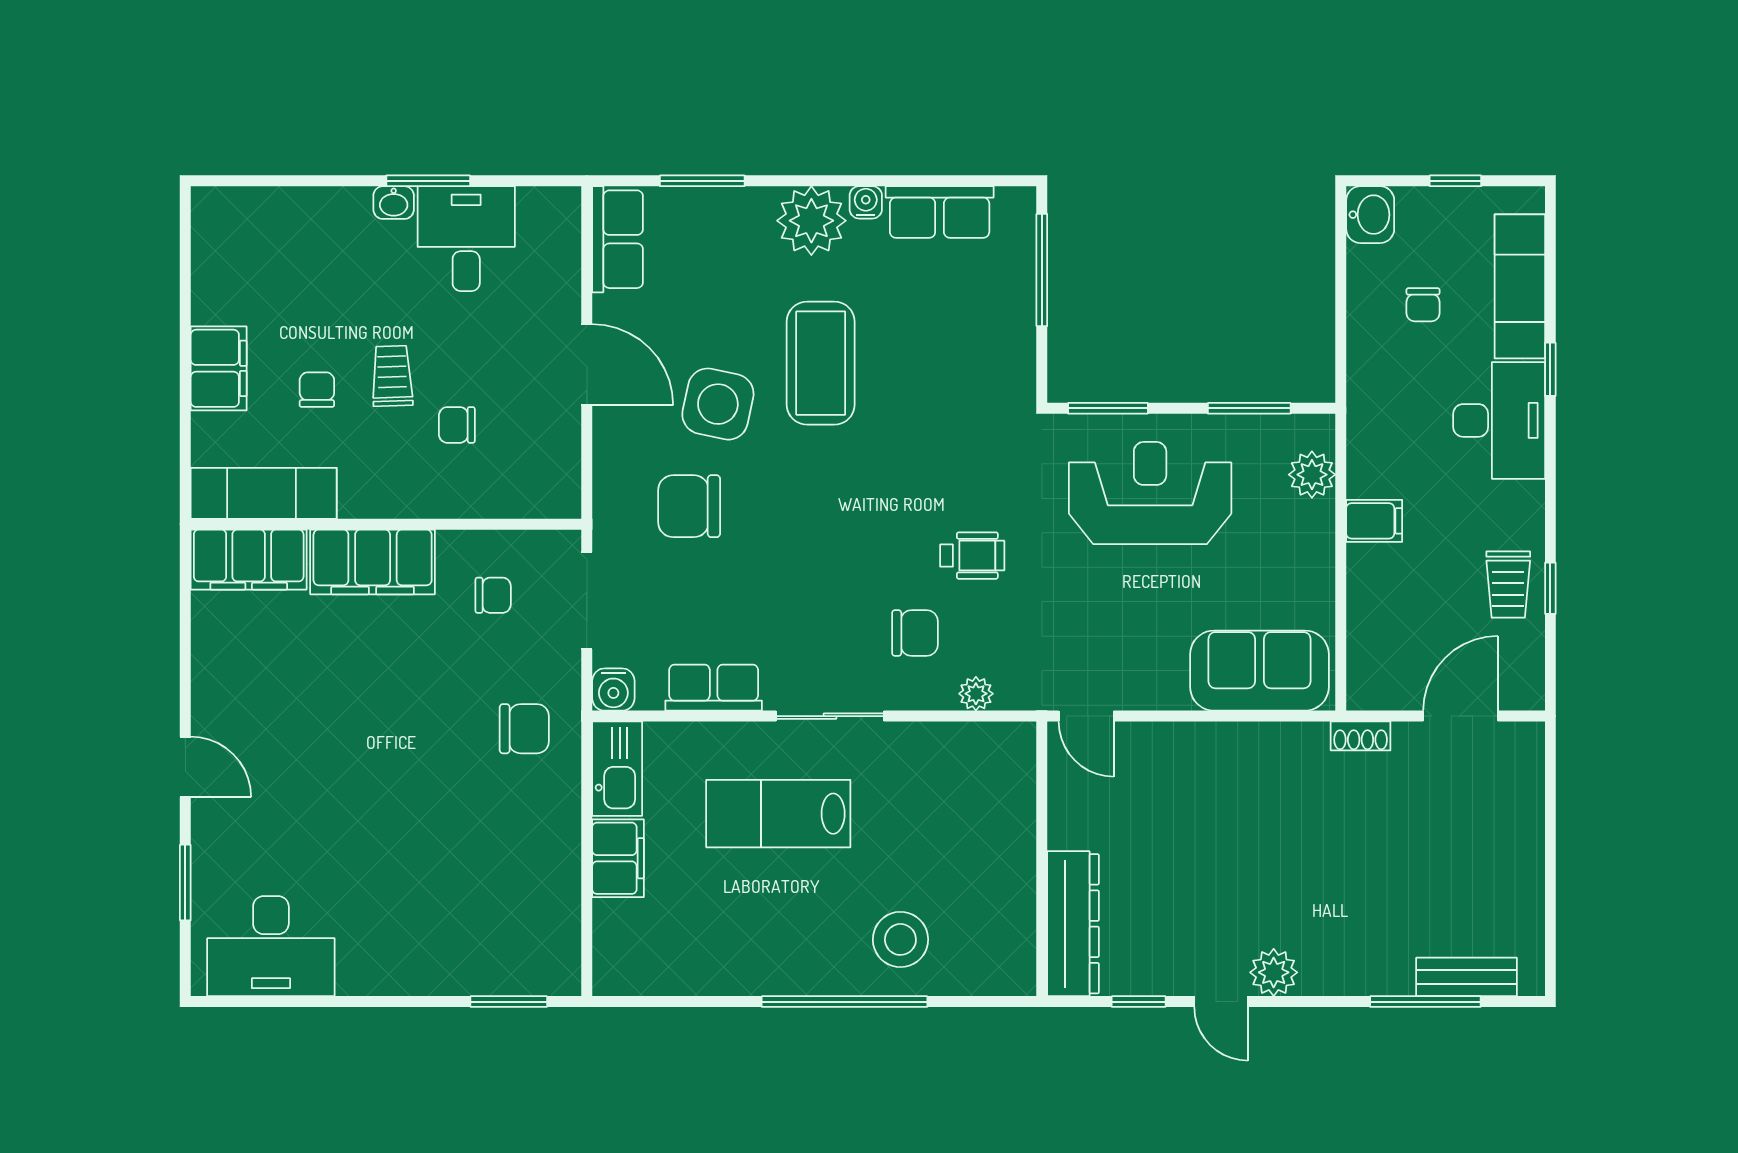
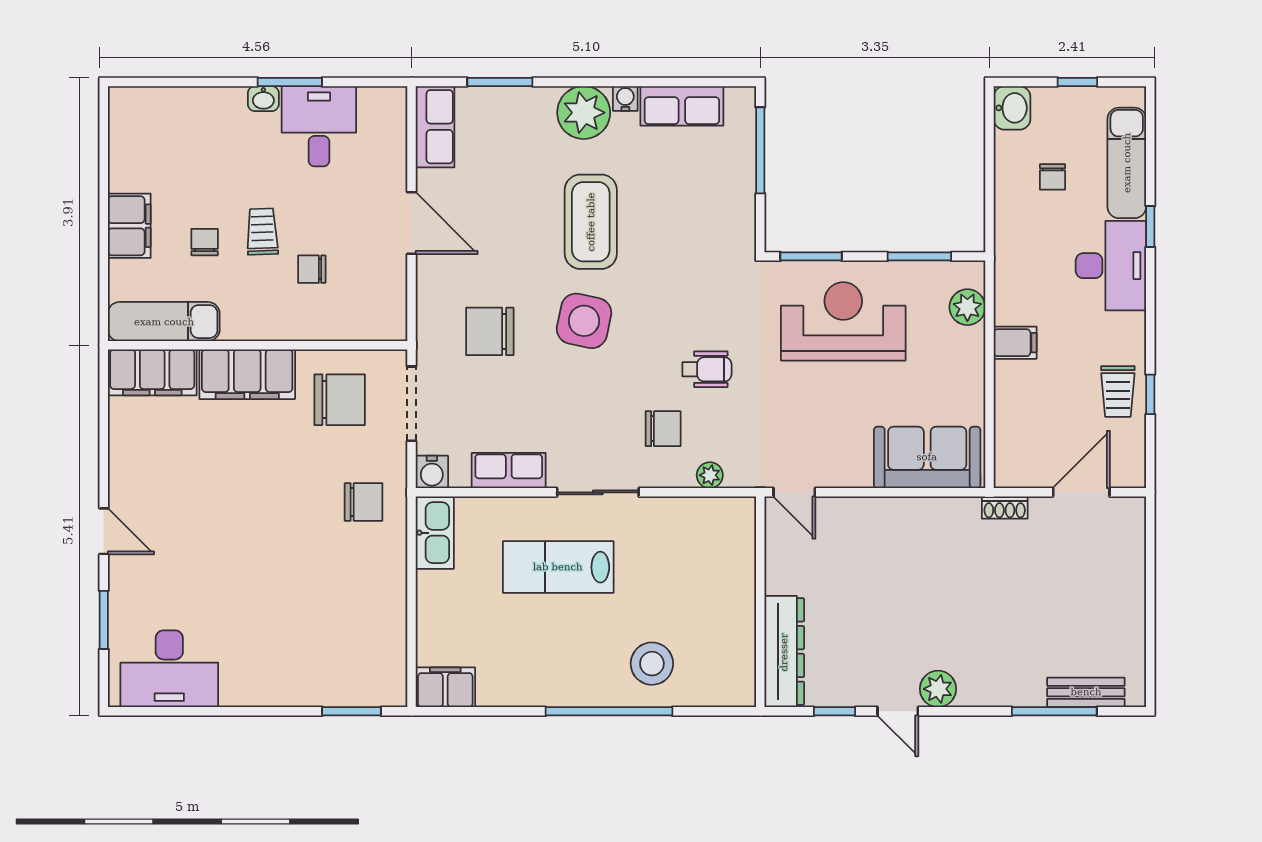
side table: (718, 404) -> (584, 321), moved
chair: (493, 595) -> (340, 400), width x1.87, depth x1.87
filing cabinet: (618, 858) -> (445, 687), moved, turned -90

